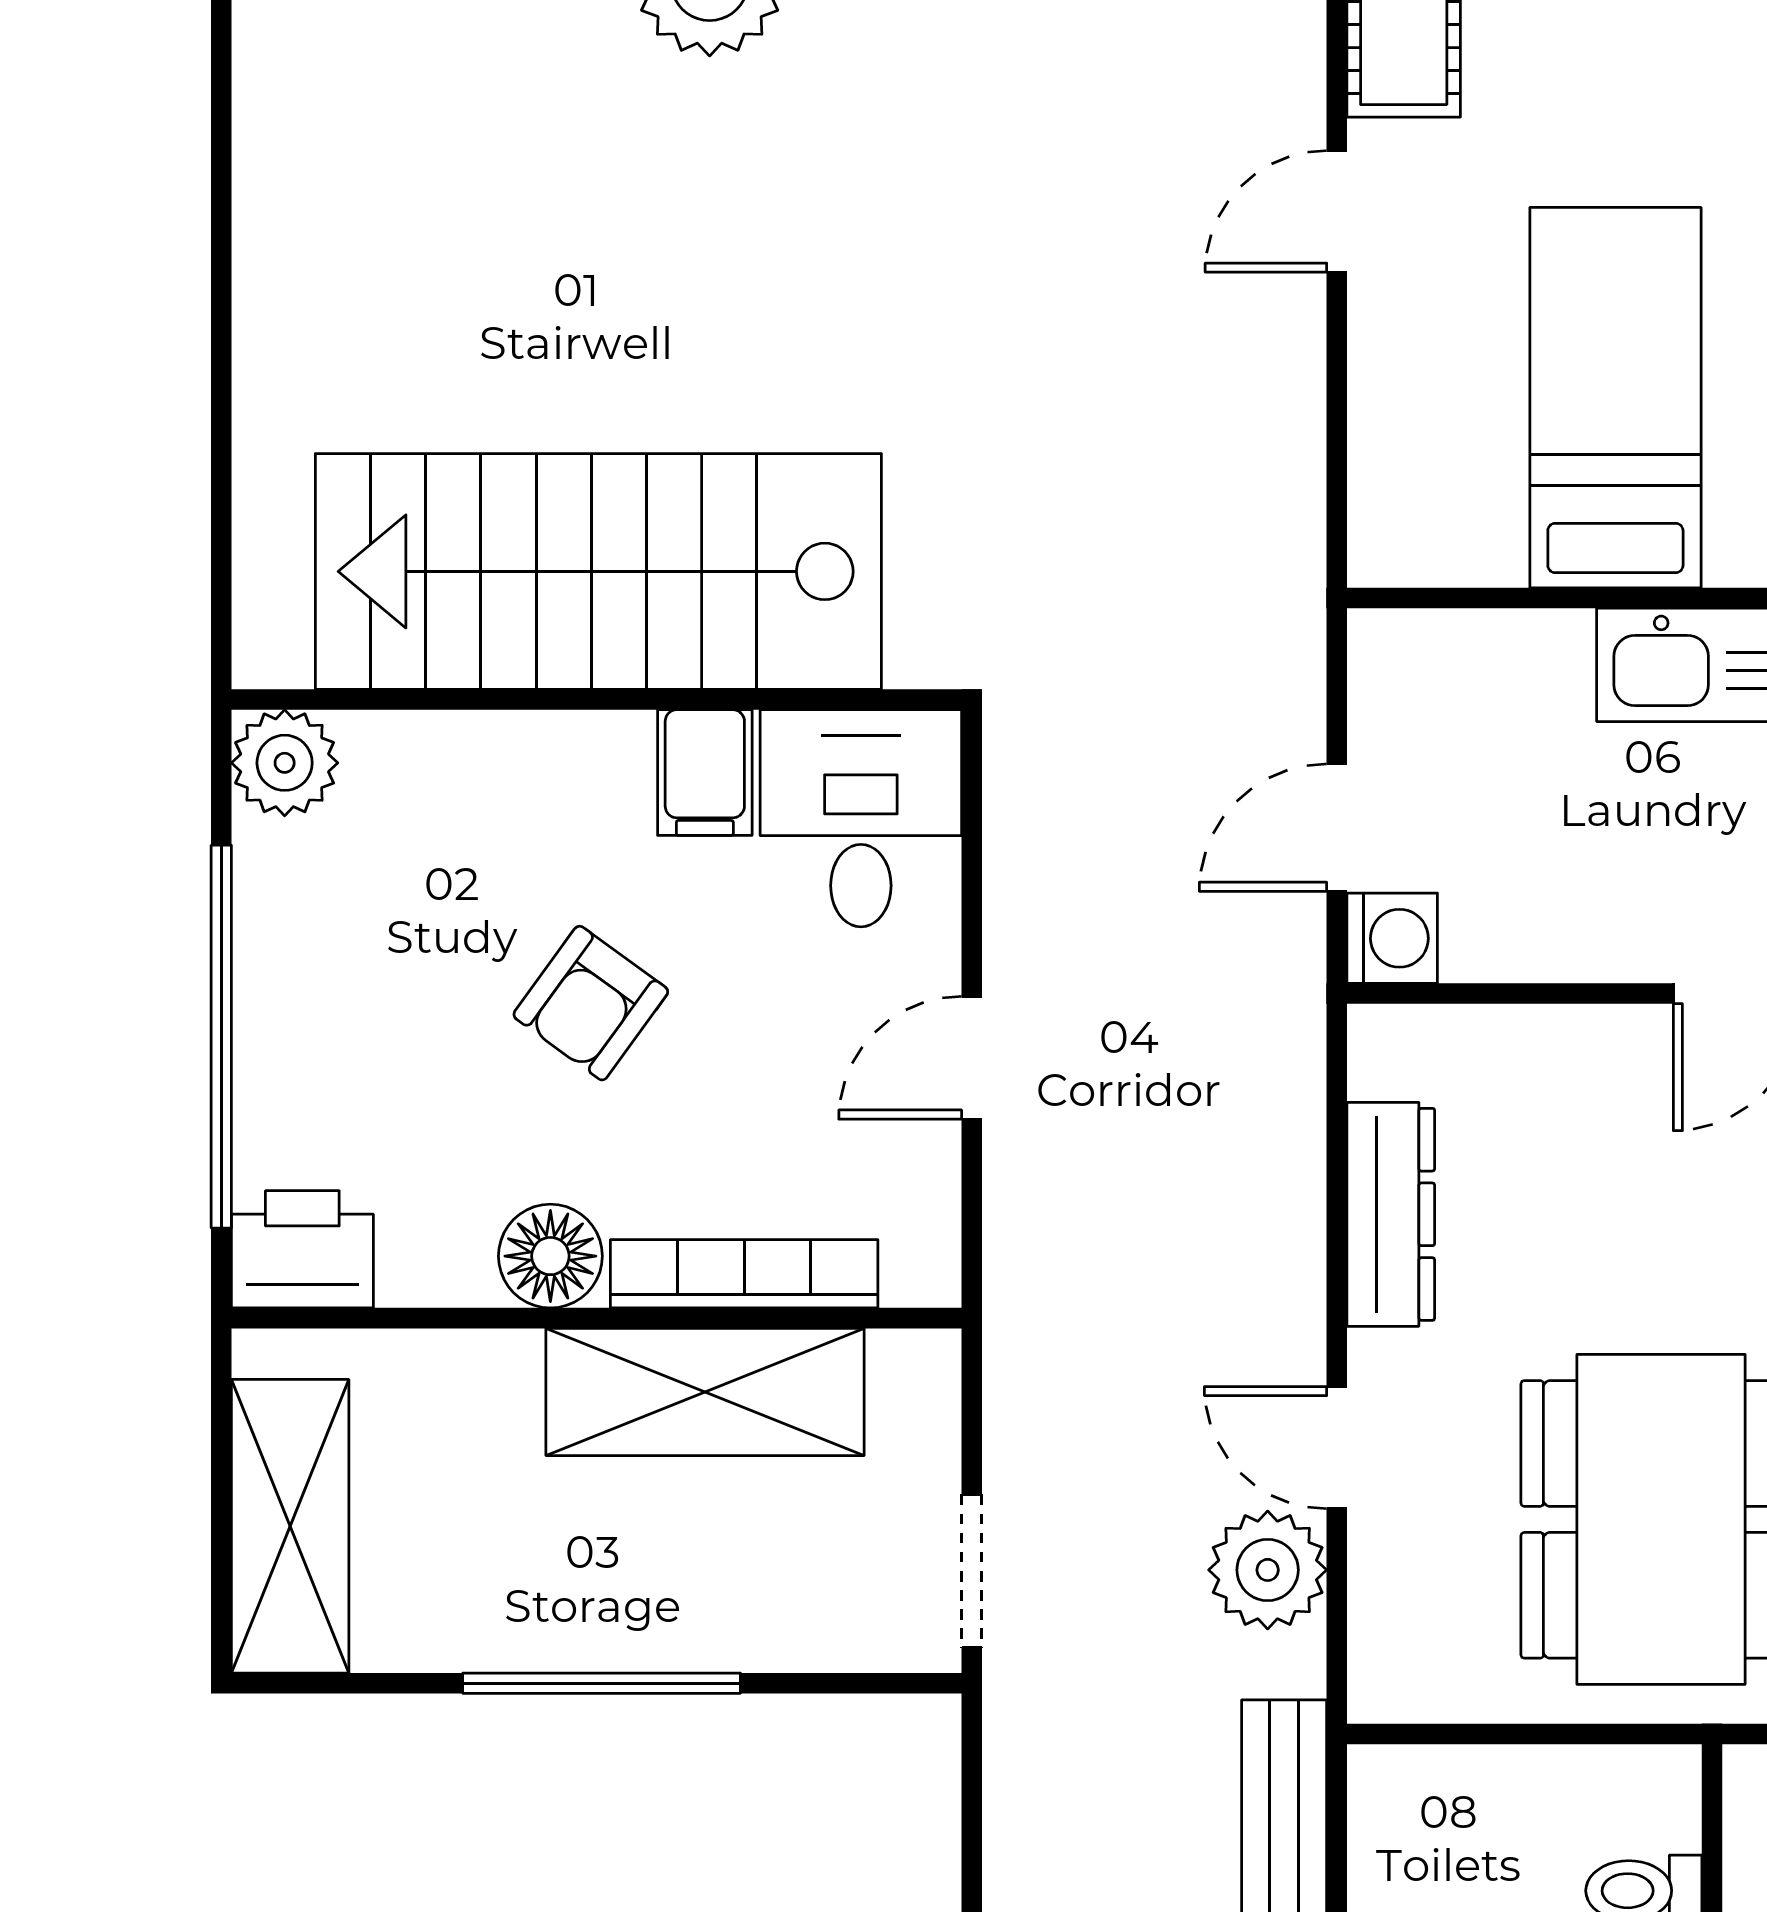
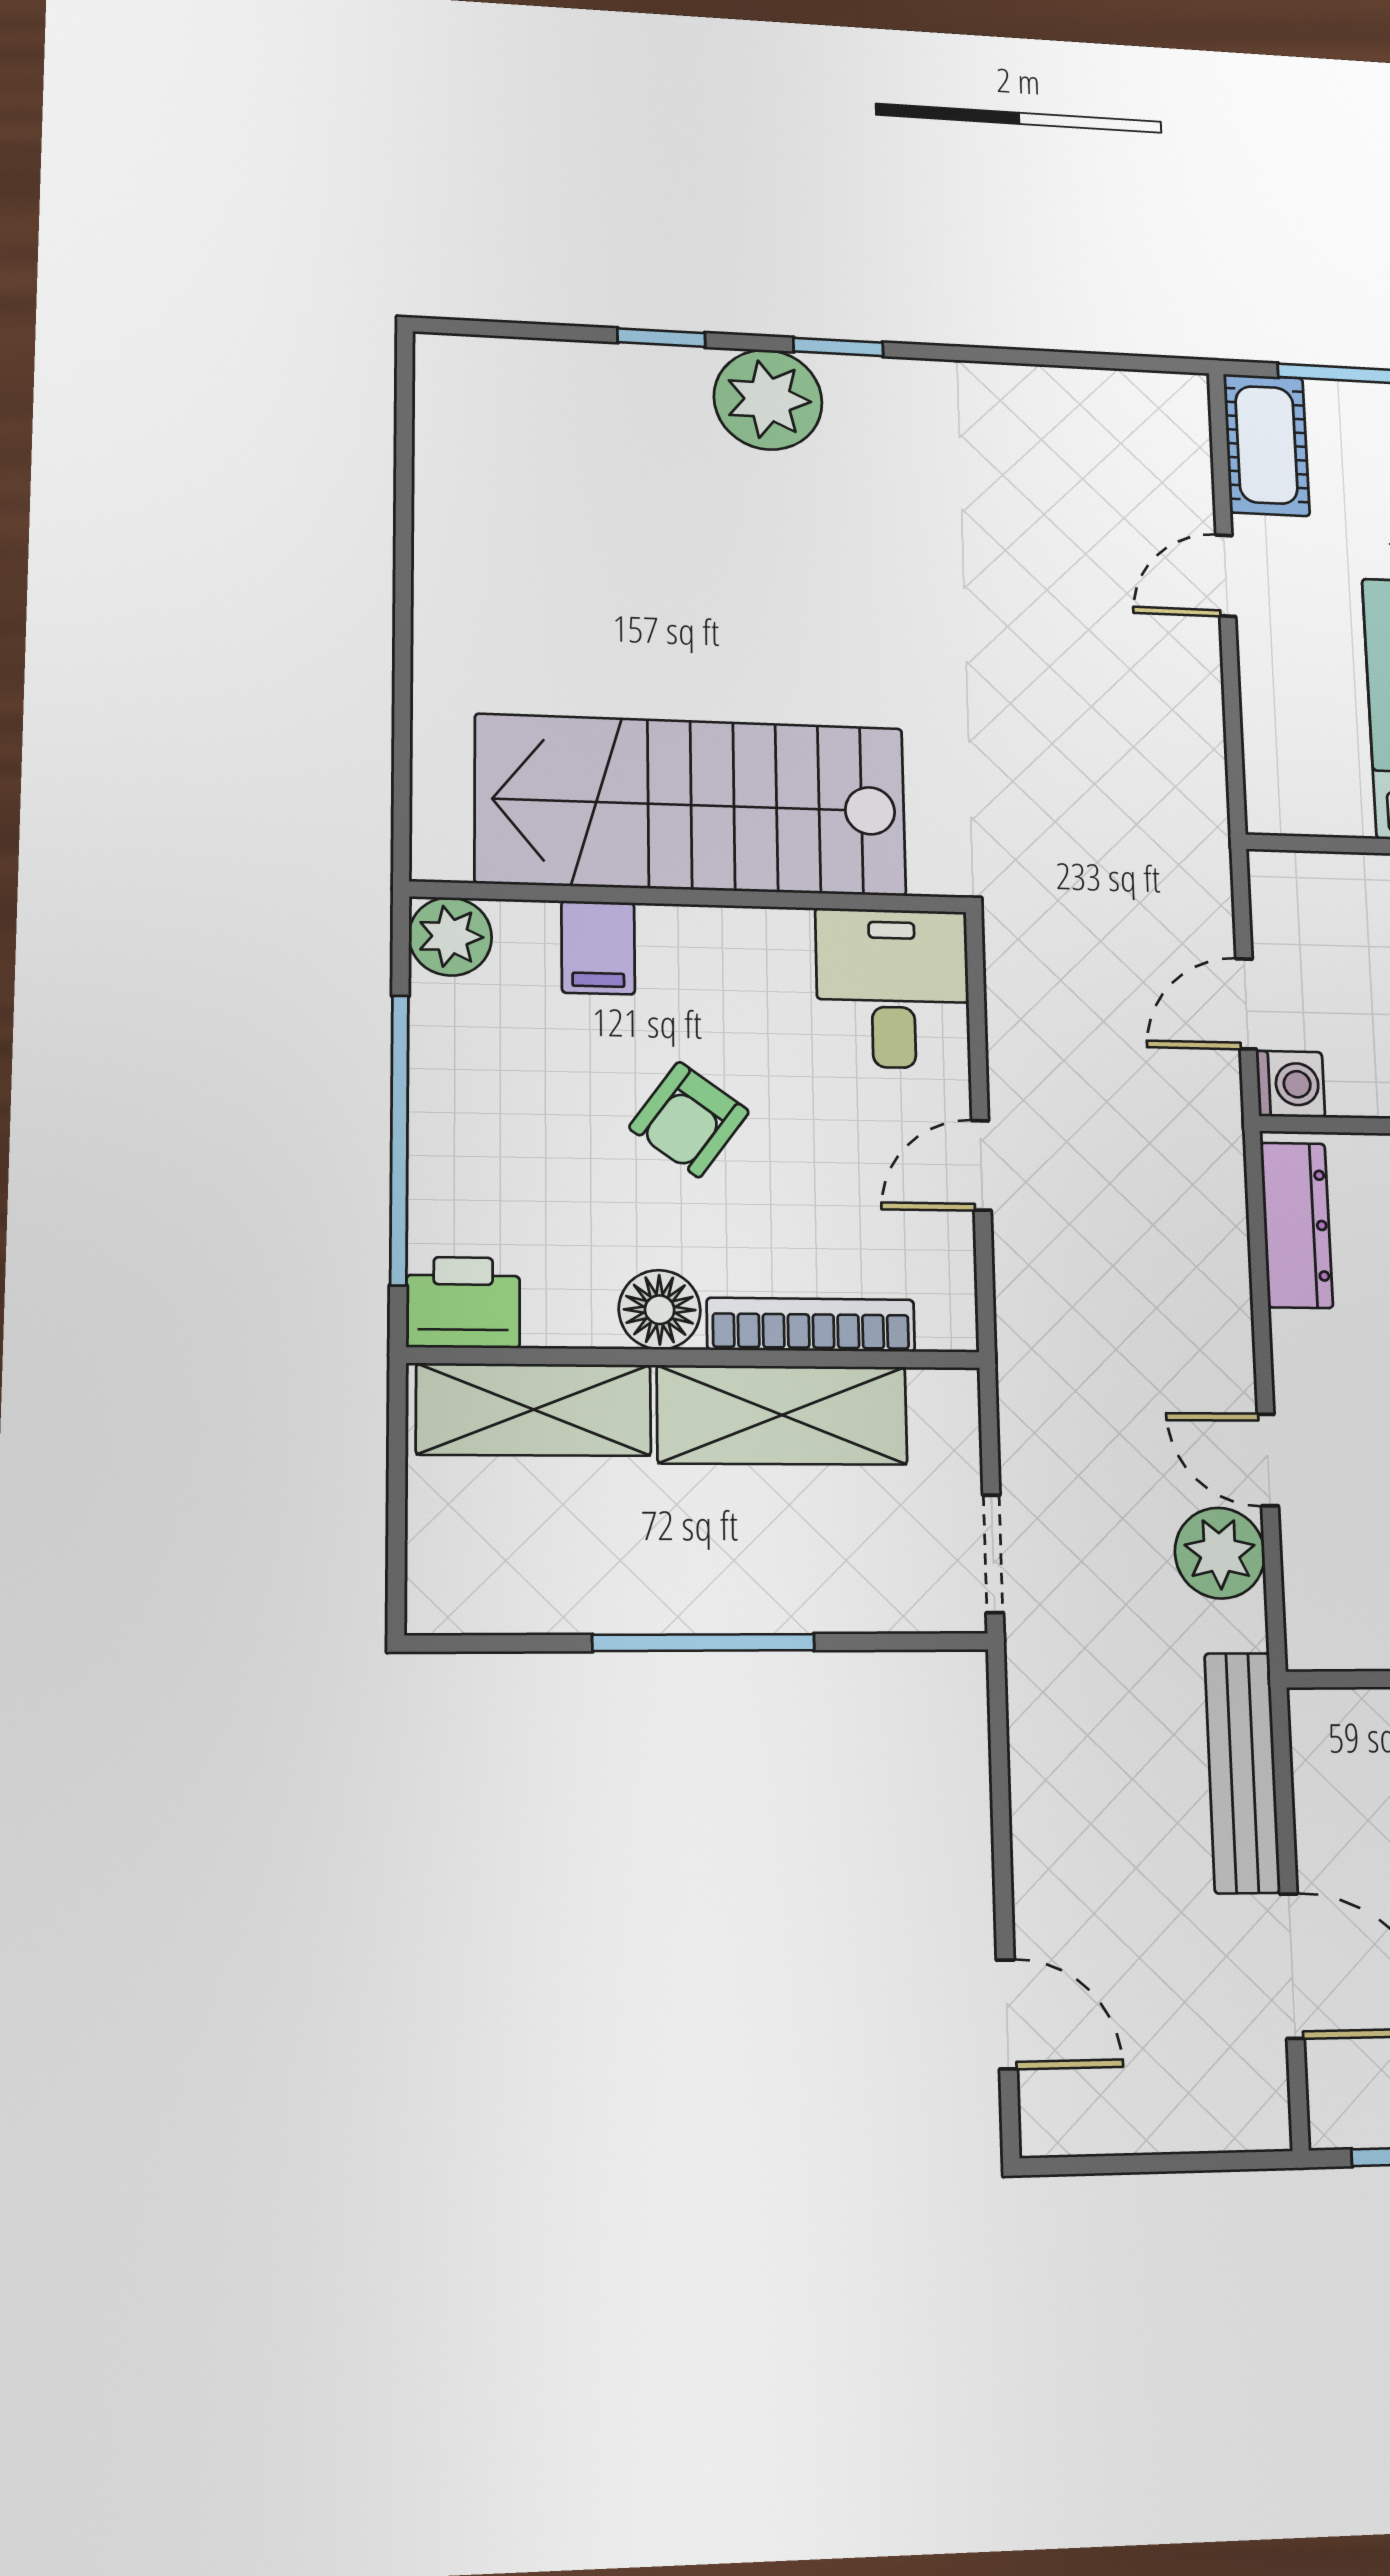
filing cabinet: (705, 773) -> (598, 948), moved
dresser: (1391, 1214) -> (1297, 1225), moved
shelving: (290, 1526) -> (534, 1410), moved, turned 90

